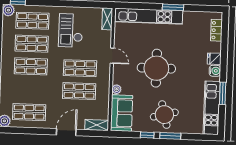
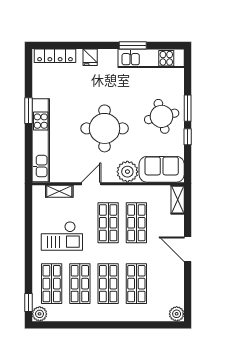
shelving: (107, 19) -> (59, 191), moved
locker: (216, 30) -> (55, 56), width x1.53
water cooler: (215, 71) -> (105, 56), removed
plant: (117, 89) -> (127, 172), width x1.88, depth x1.88
shop shelf: (29, 112) -> (136, 284), moved
door: (66, 132) -> (188, 249), moved

